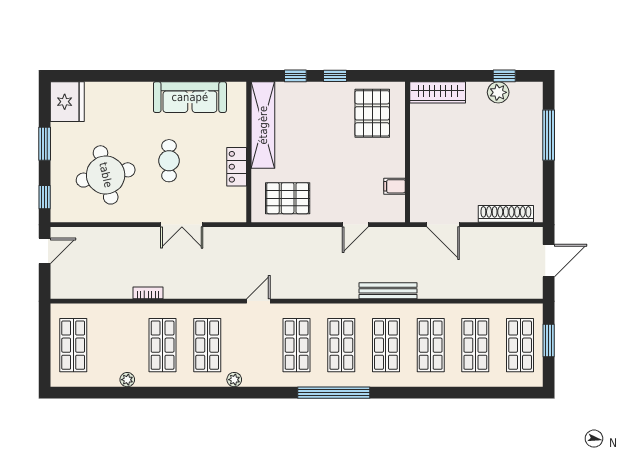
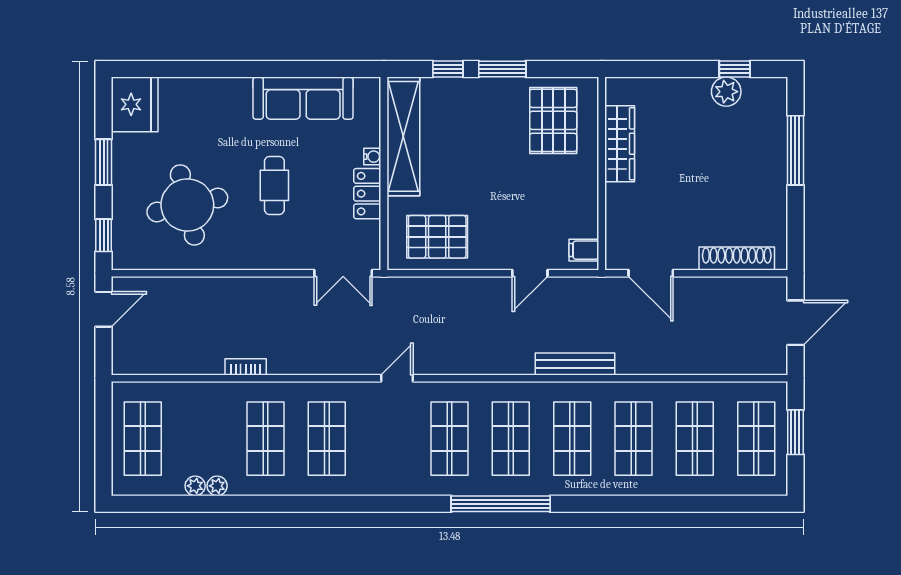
window: (335, 76) -> (502, 69), width x1.50
wardrobe: (438, 92) -> (620, 144), moved, turned -90
water cooler: (240, 140) -> (372, 157), added
filing cabinet: (394, 186) -> (584, 250), moved
double door: (182, 225) -> (343, 273), moved
plant: (234, 380) -> (195, 486), moved

